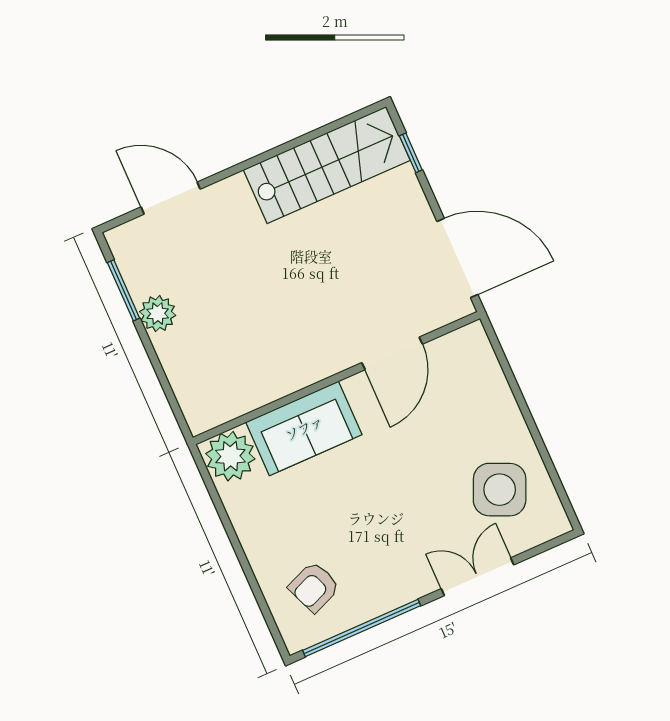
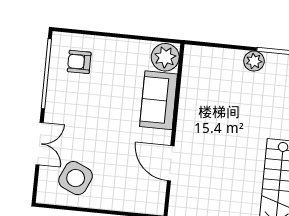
armchair: (314, 587) -> (79, 62), turned -68

